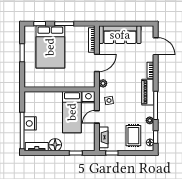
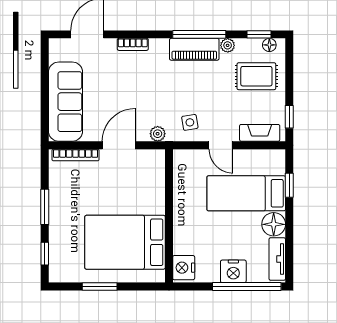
bed: (50, 47) -> (125, 242), moved, turned 180
door: (97, 63) -> (119, 145), hinge flipped
piano: (148, 92) -> (194, 49), moved
nightstand: (88, 97) -> (184, 268), moved
bed: (72, 112) -> (246, 193), moved, turned 180

